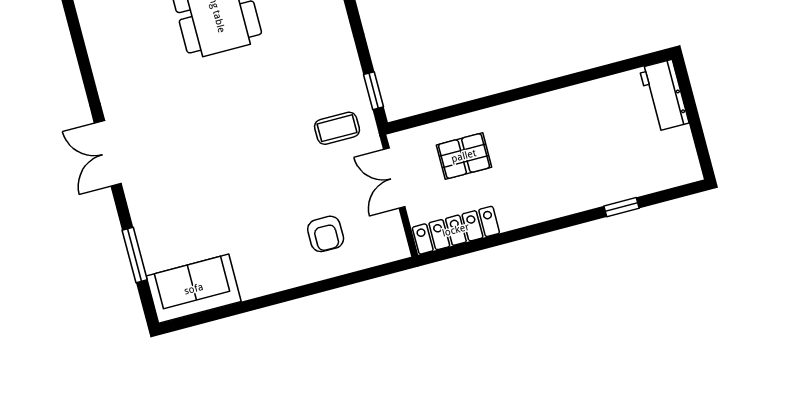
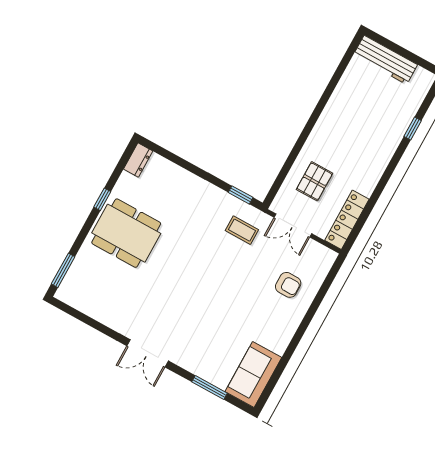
workbench: (664, 95) -> (385, 60), width x1.37
coffee table: (337, 128) -> (242, 230), turned 90

